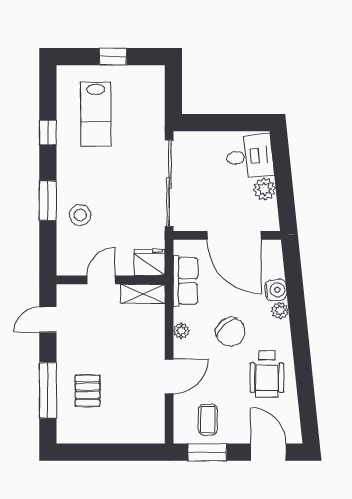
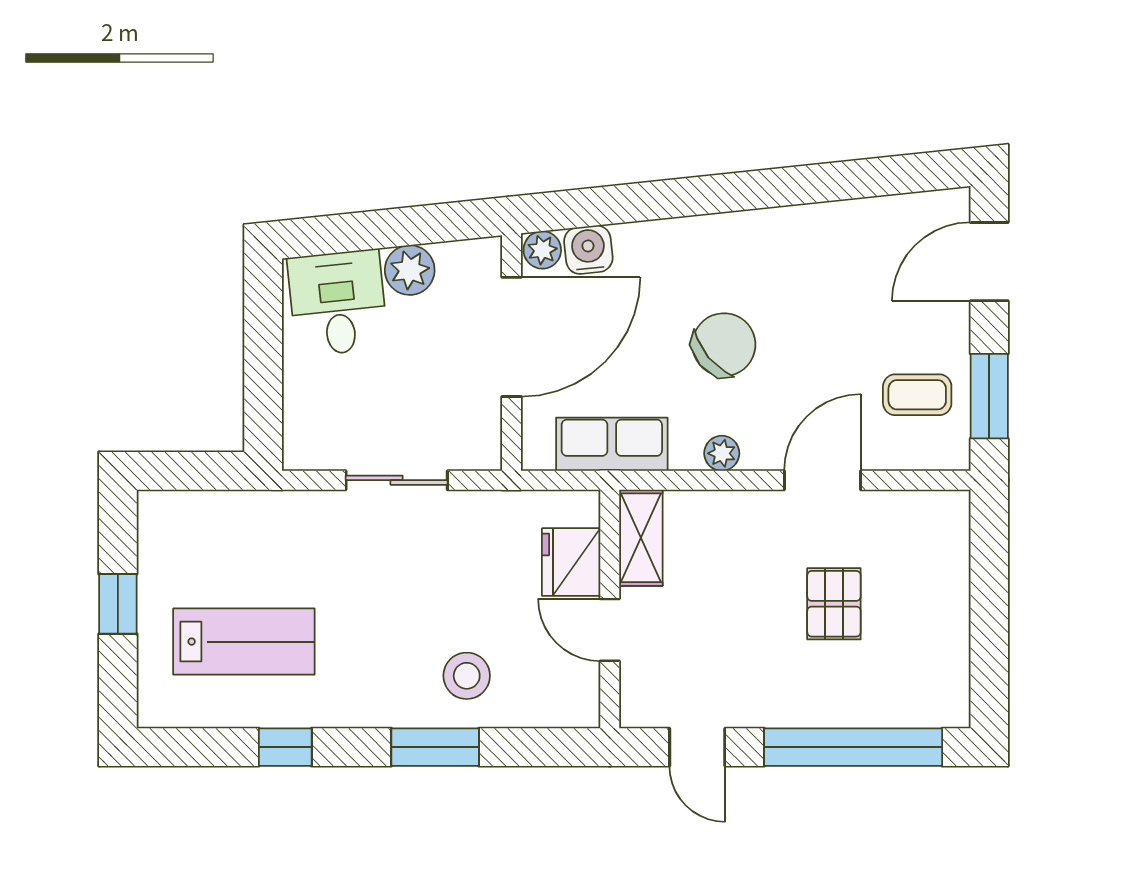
sliding door: (169, 183) -> (397, 480), width x0.54
fridge: (149, 262) -> (571, 562), moved
water cooler: (276, 290) -> (588, 250), moved
plant: (280, 310) -> (542, 250), moved
wheelchair: (267, 374) -> (817, 265), removed
door: (169, 377) -> (822, 480), hinge flipped
window: (48, 390) -> (853, 747), width x1.46
pallet: (88, 391) -> (834, 604), moved, turned 90

